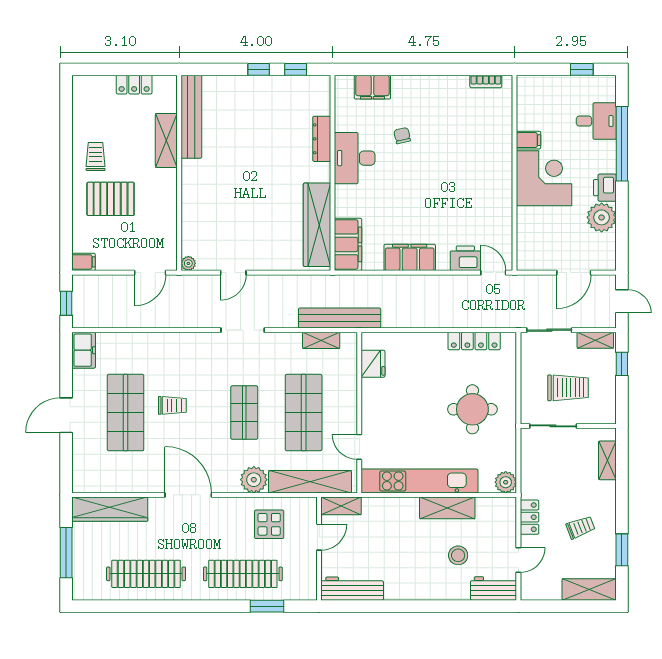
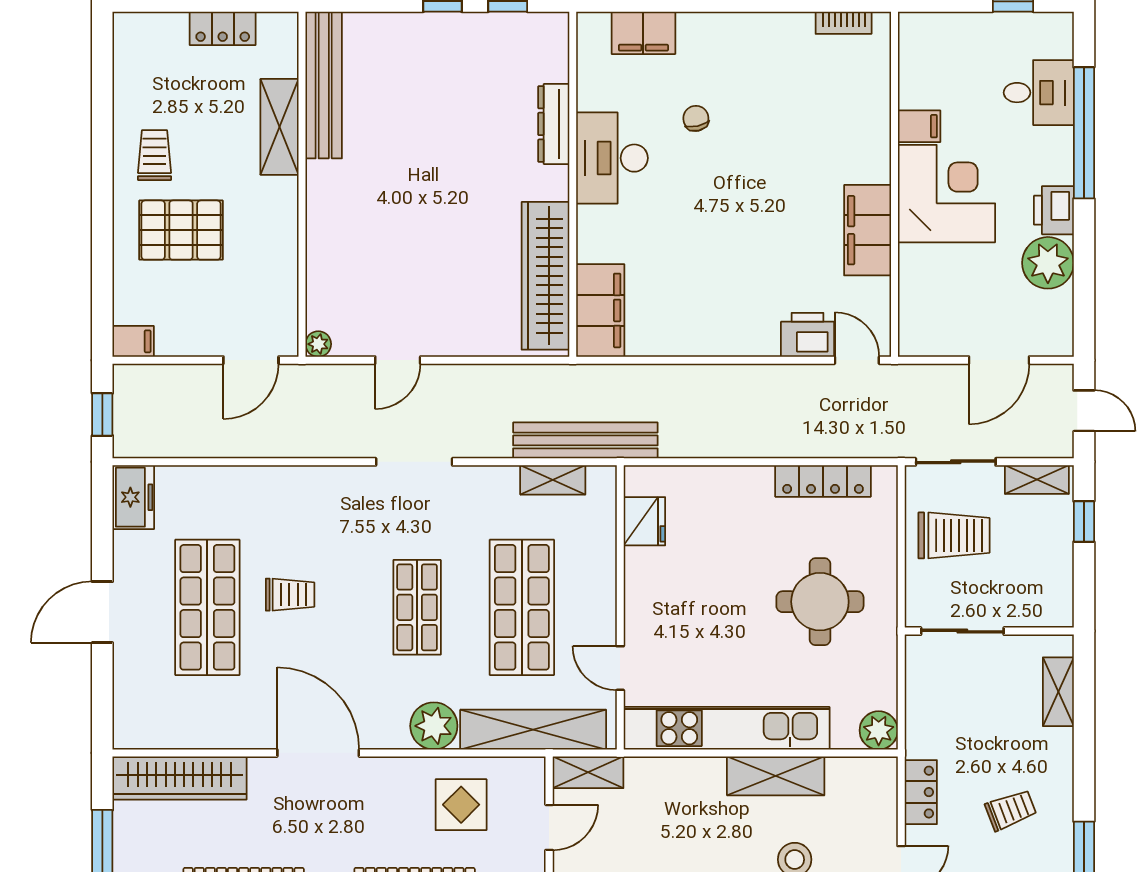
filing cabinet: (410, 257) -> (868, 230), moved, turned -90
trolley: (568, 388) -> (954, 535), moved

